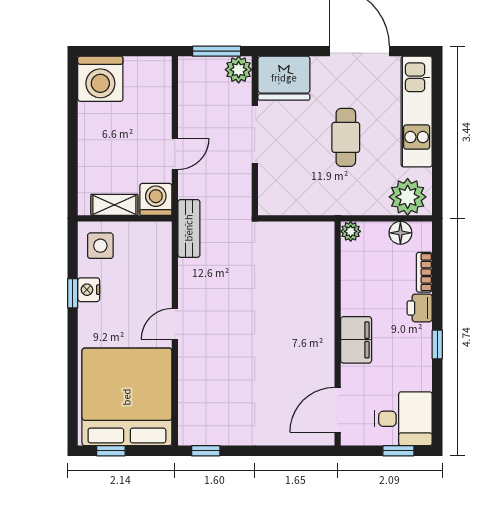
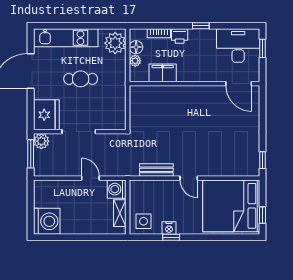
bench: (189, 228) -> (156, 170), moved
plant: (351, 231) -> (135, 61), moved
filing cabinet: (356, 340) -> (163, 73), moved
desk: (403, 419) -> (238, 46), width x1.37

